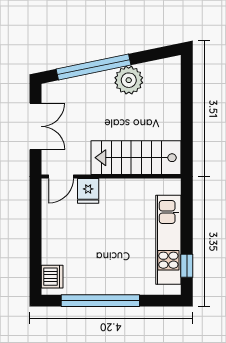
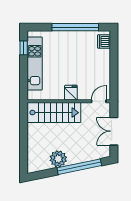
fridge: (88, 191) -> (71, 93), moved

